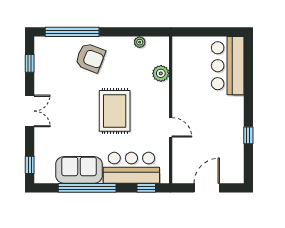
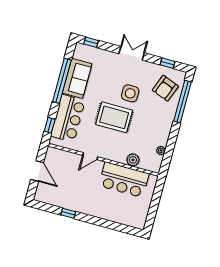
armchair: (90, 58) -> (165, 88), moved
bar counter: (228, 66) -> (124, 180), moved, turned 180
side table: (80, 99) -> (130, 93), added
double door: (30, 111) -> (132, 53), swing flipped

